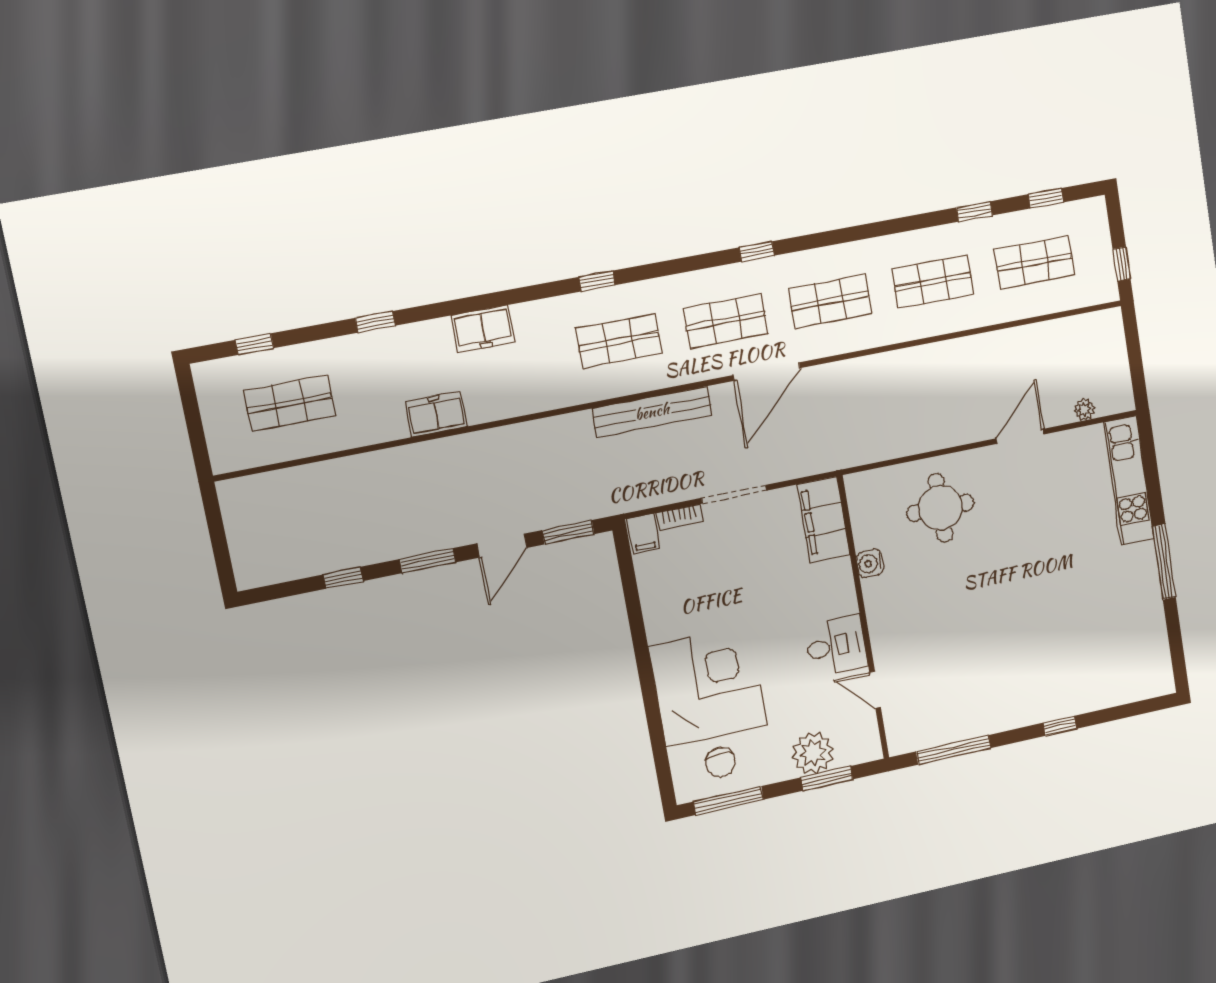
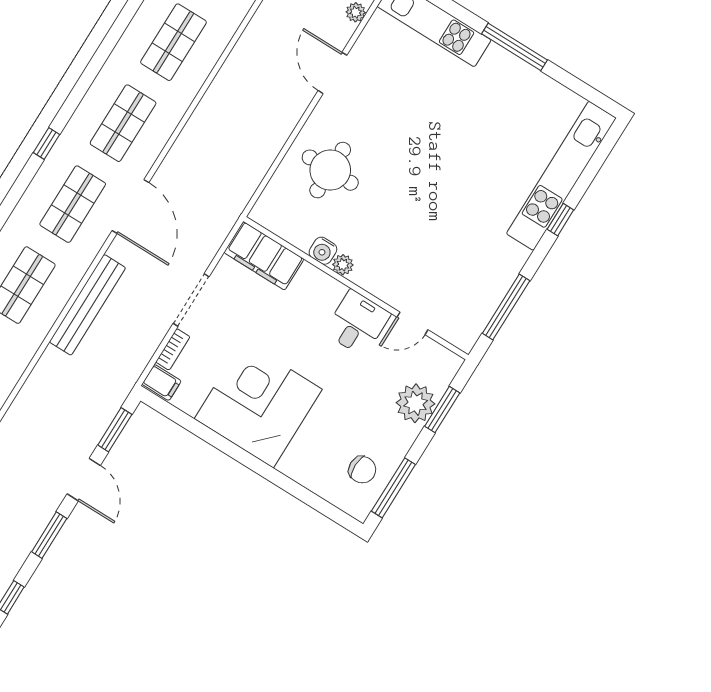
plant: (873, 590) -> (343, 265), added
corner desk: (708, 686) -> (258, 404), moved
kitchen unit: (1095, 694) -> (561, 176), added

